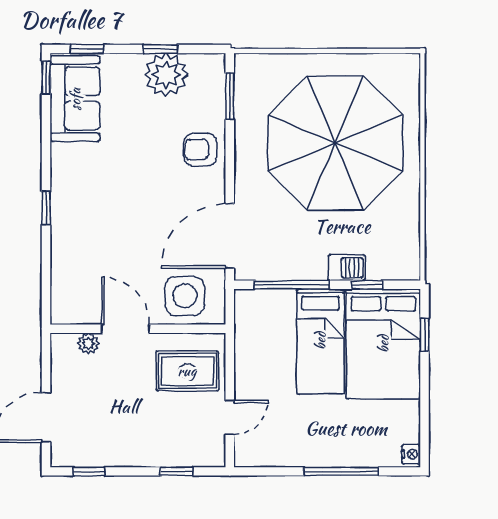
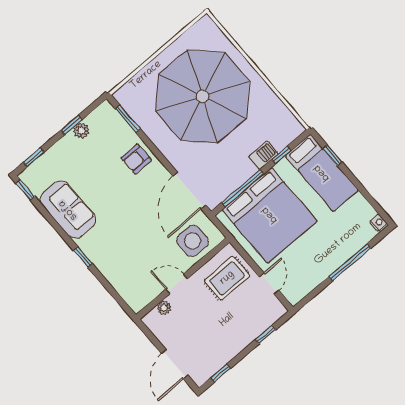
plant: (166, 75) -> (81, 130), width x0.53, depth x0.53
sofa: (75, 99) -> (68, 210), moved
door: (126, 329) -> (177, 284), width x0.73
bed: (320, 341) -> (270, 215), width x2.04
bed: (383, 344) -> (322, 173), width x0.67

